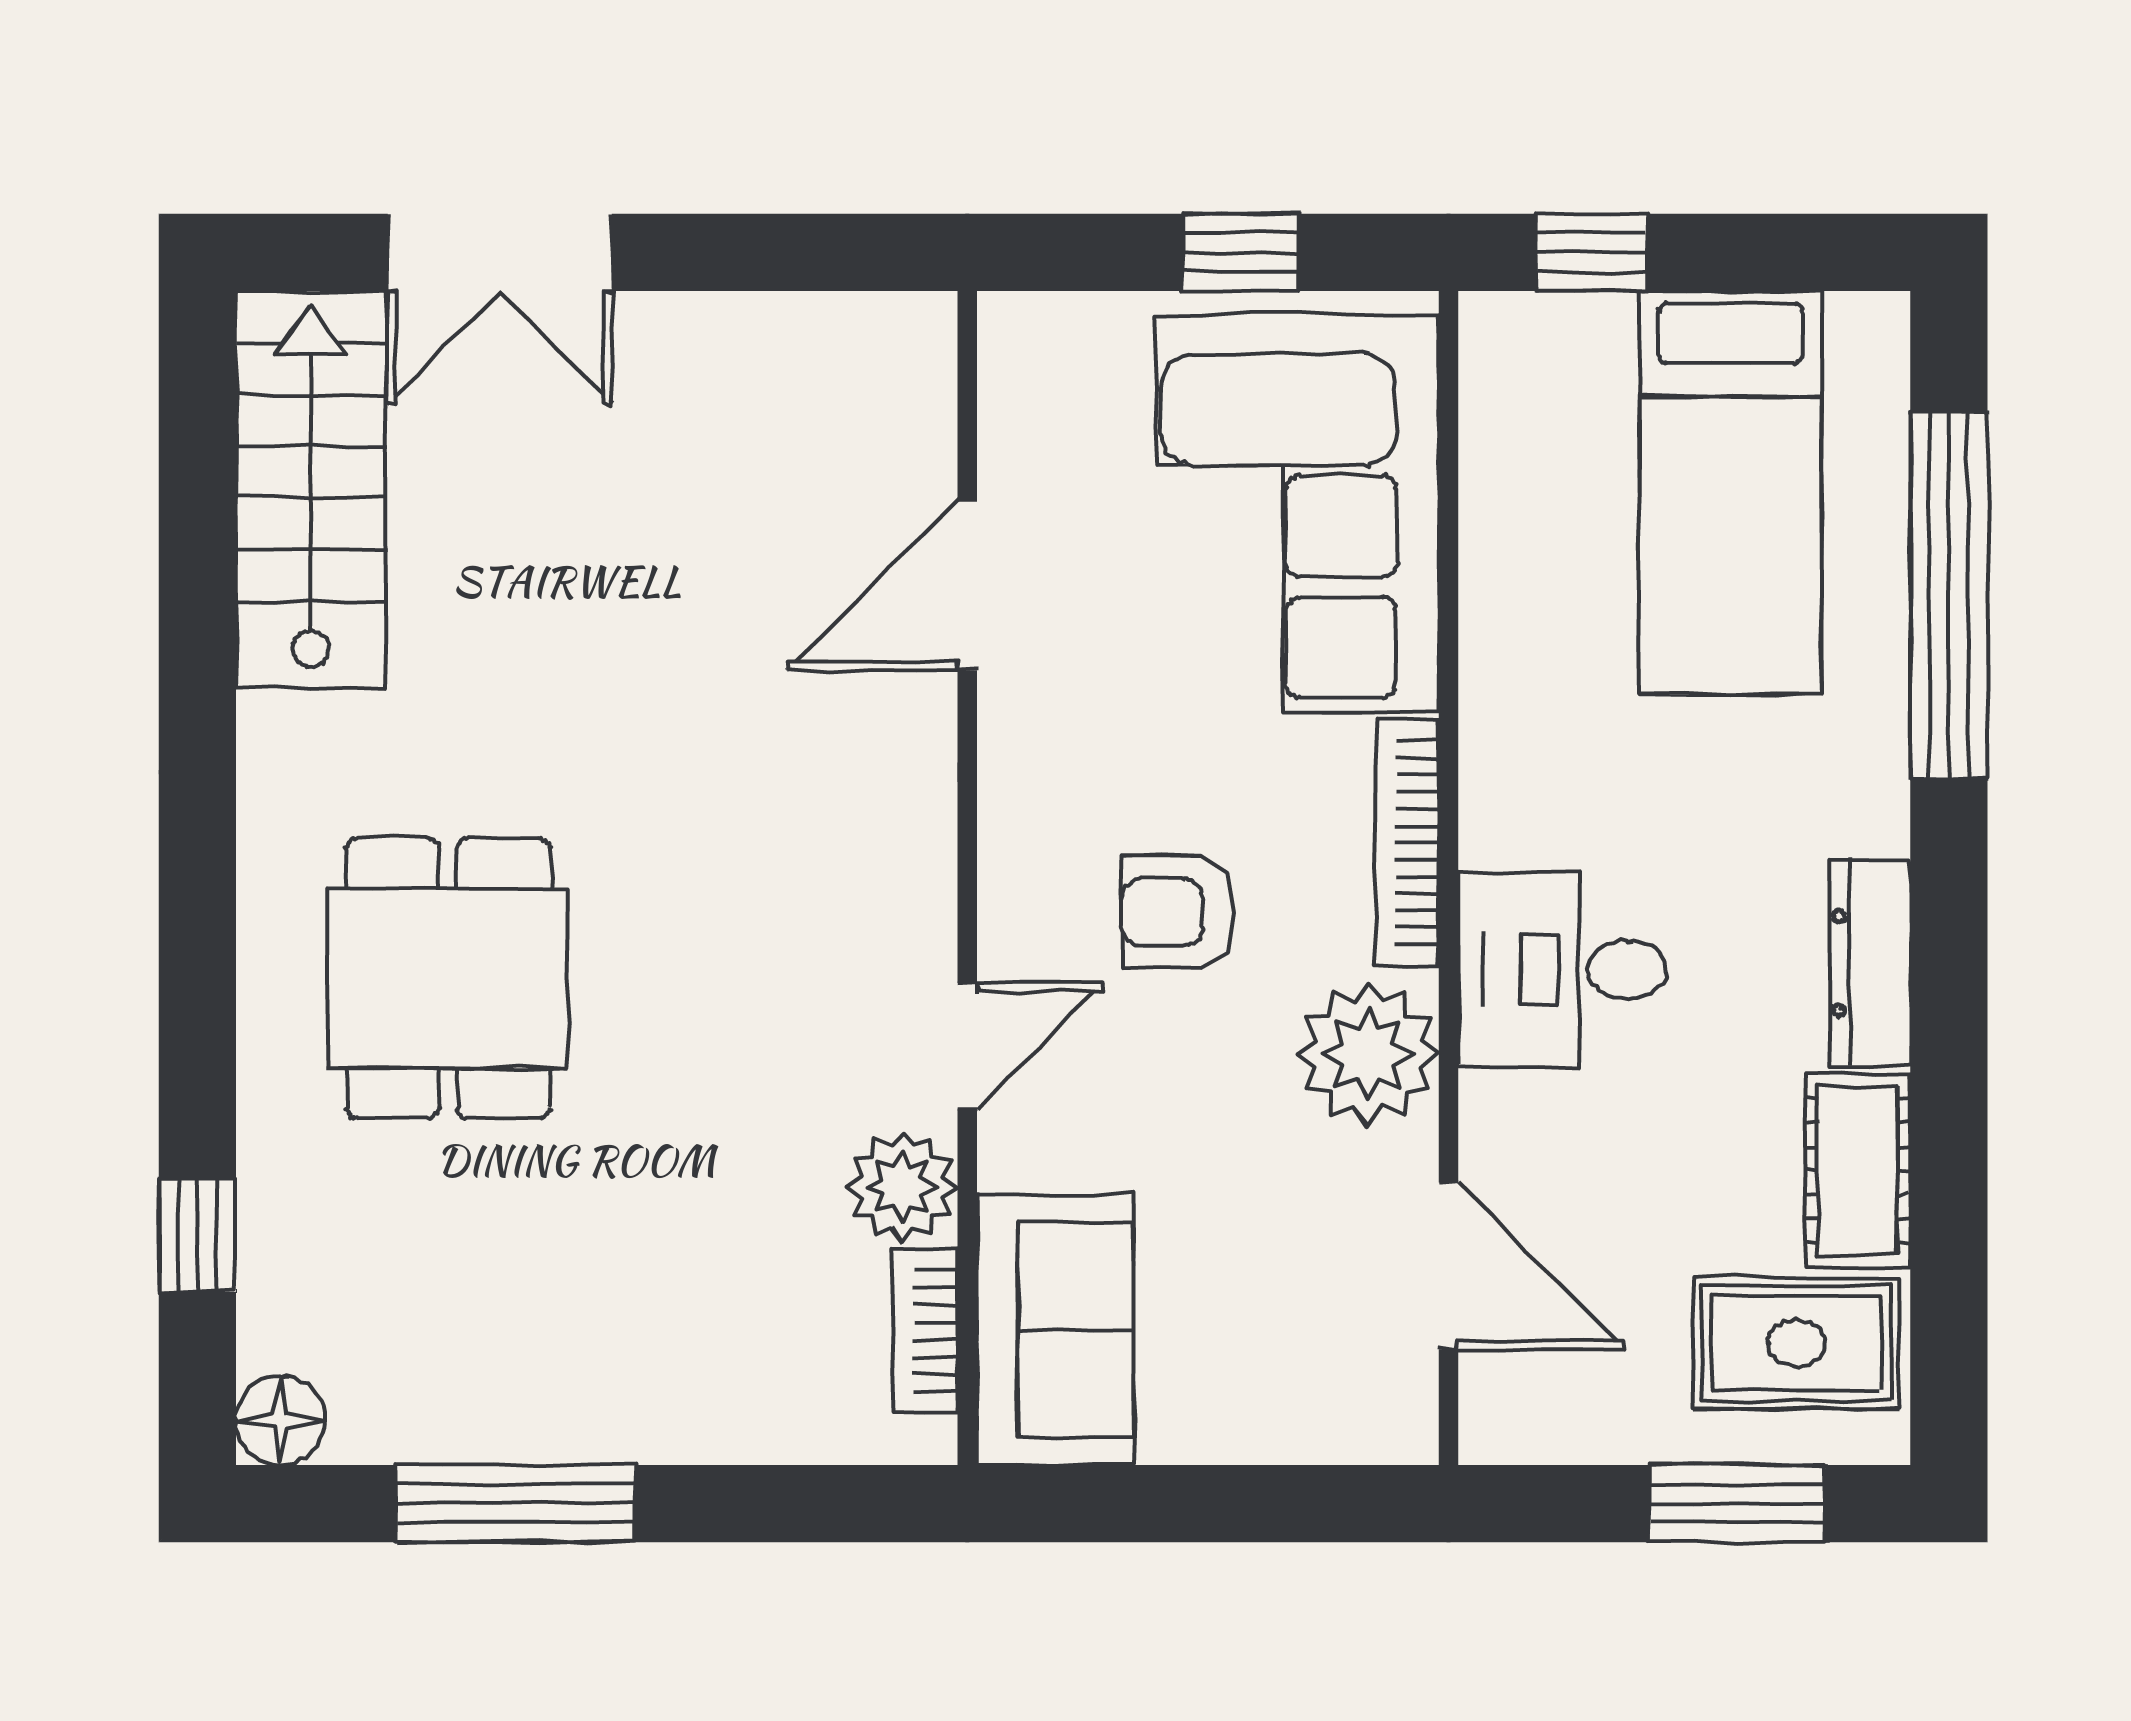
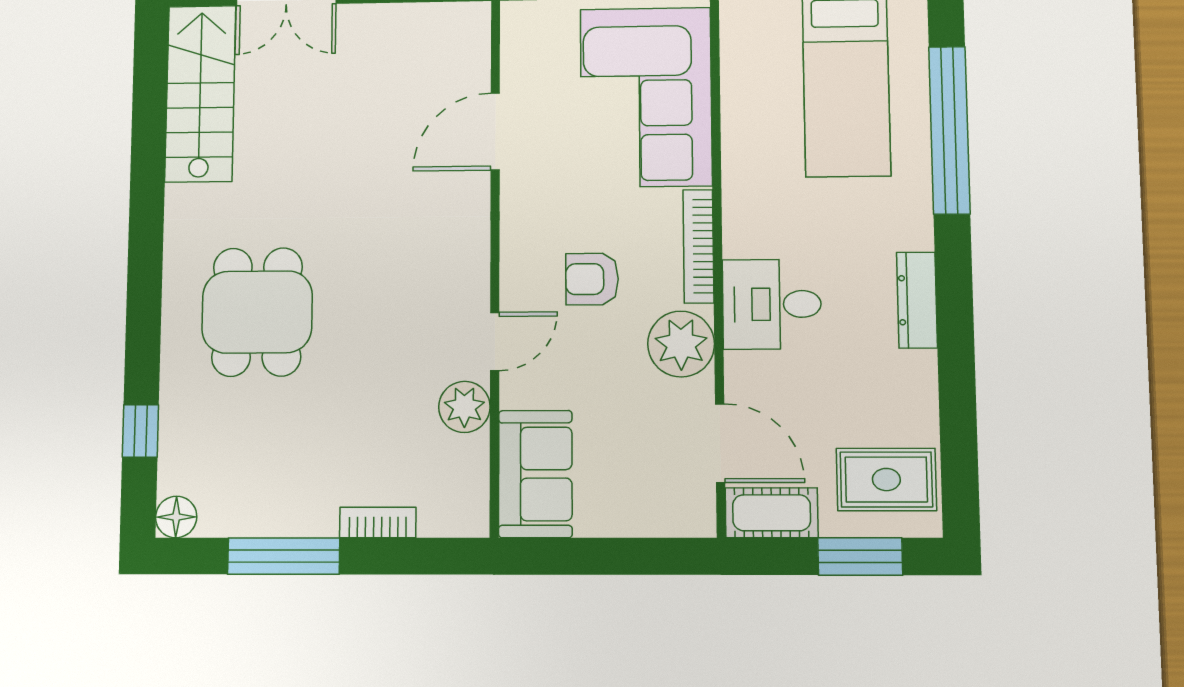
cot: (1858, 1171) -> (772, 513), moved, turned 90
bookcase: (925, 1331) -> (378, 523), moved, turned 90

